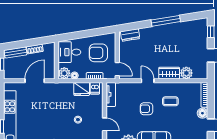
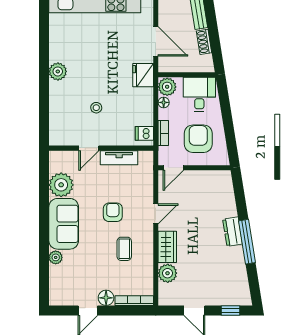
dresser: (130, 35) -> (233, 232), moved
fridge: (82, 89) -> (143, 75), moved
tv unit: (111, 94) -> (119, 158), moved

